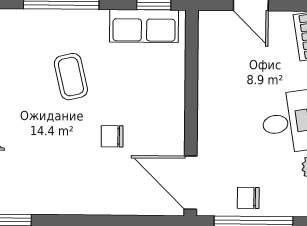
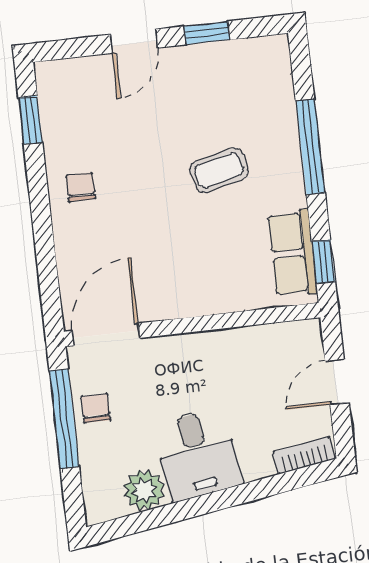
chair: (112, 136) -> (81, 187), moved

